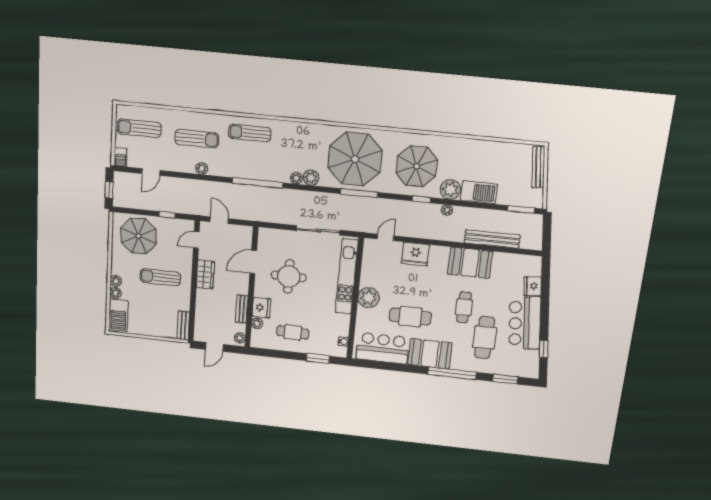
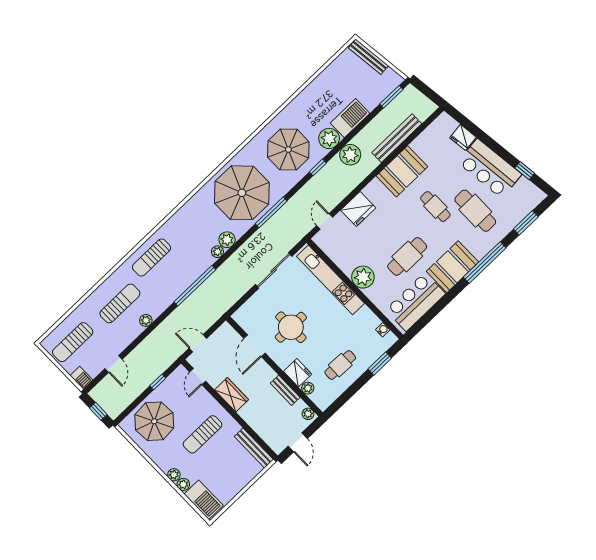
plant: (447, 210) -> (350, 155), width x1.88, depth x1.88
bench: (183, 325) -> (254, 448), width x1.36

